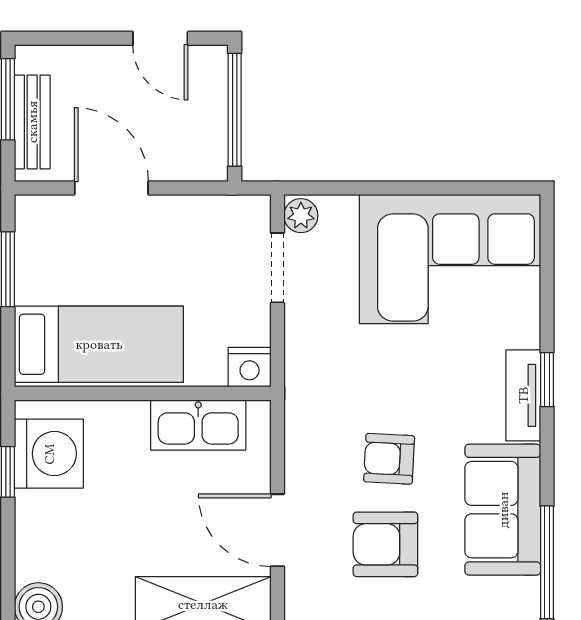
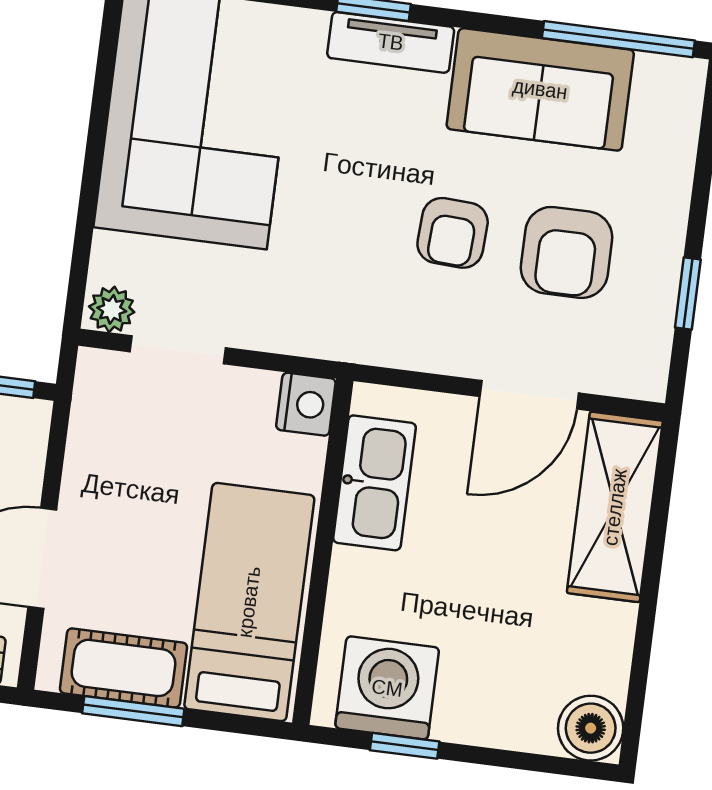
cot: (39, 258) -> (124, 668), added

